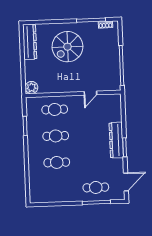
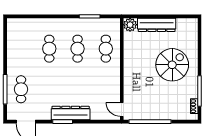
dresser: (30, 42) -> (157, 25), moved
spiral stairs: (67, 47) -> (172, 65), turned 90
door: (90, 93) -> (122, 109), moved

